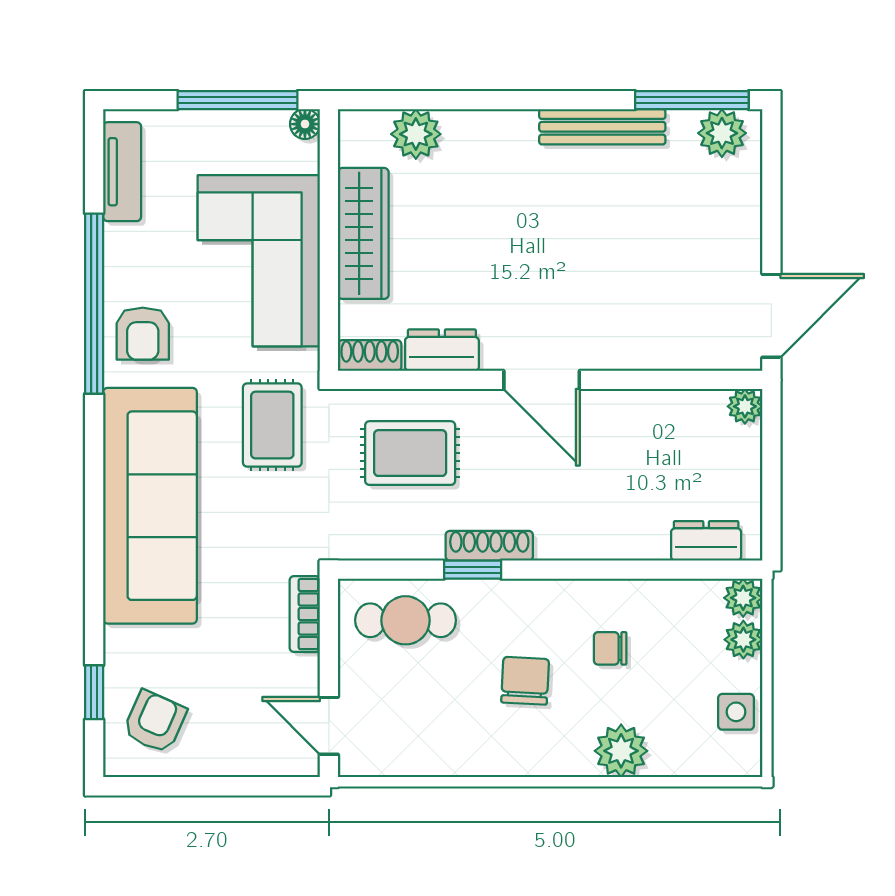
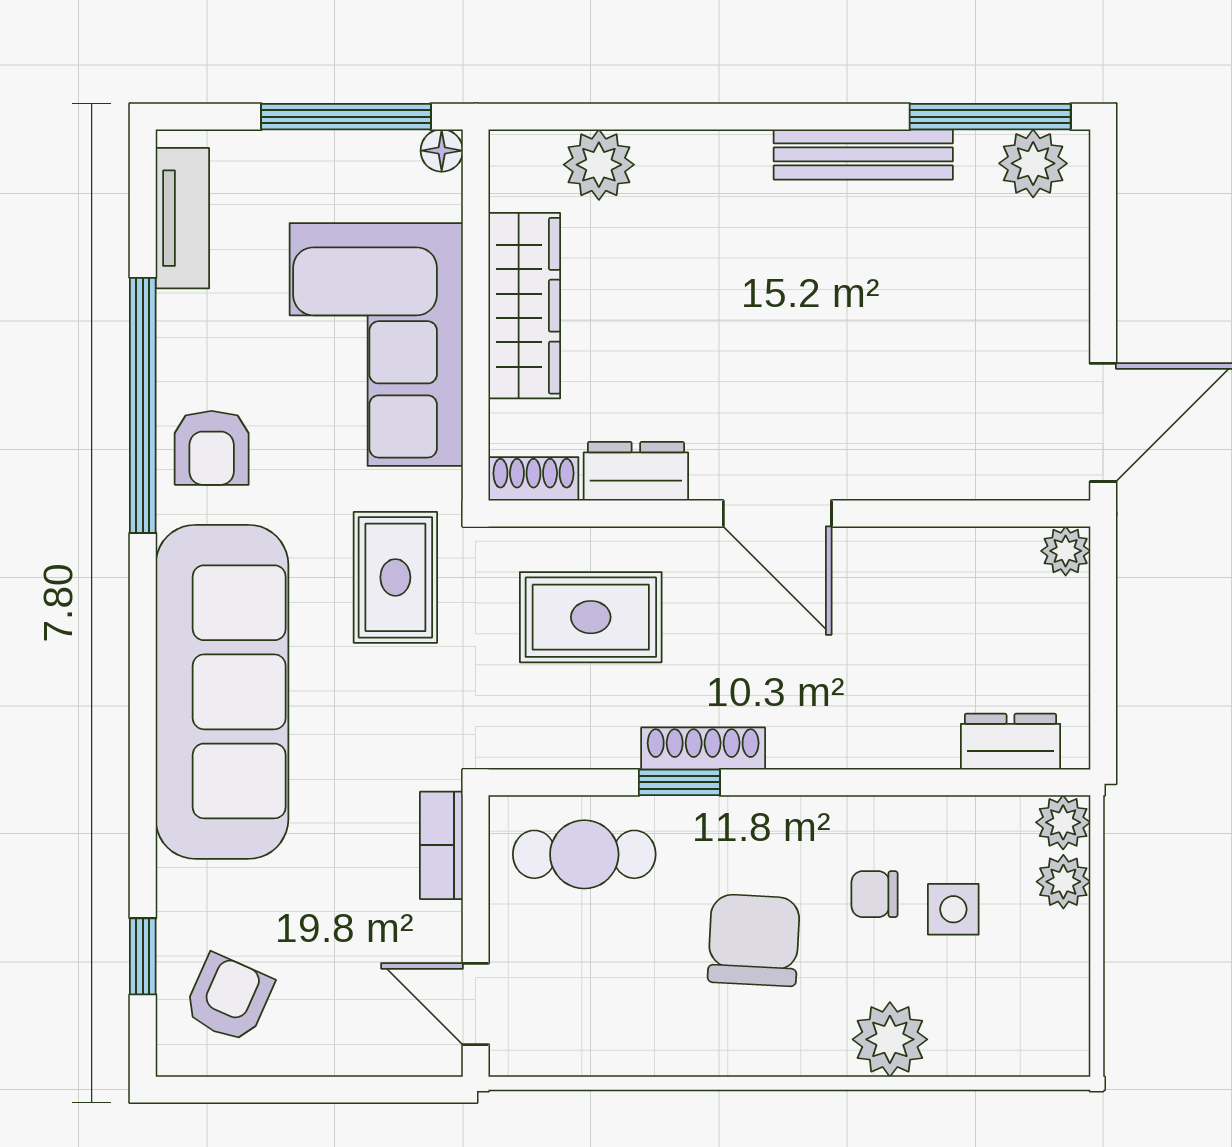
chair: (525, 681) -> (754, 940), width x1.37, depth x1.37
side table: (736, 712) -> (953, 909), moved

